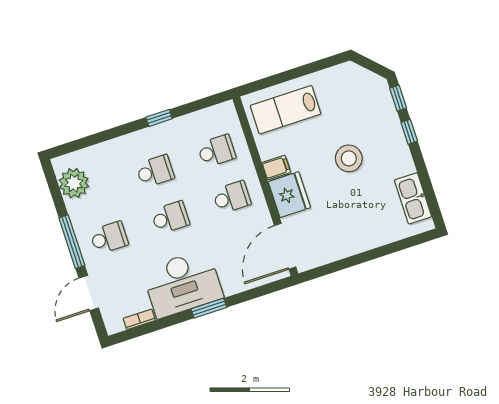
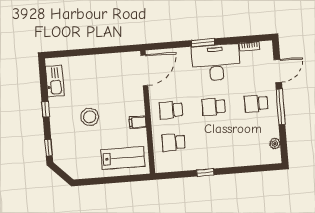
window: (409, 132) -> (46, 109), moved
school desk: (155, 171) -> (216, 139), removed
plant: (74, 183) -> (275, 144), width x0.53, depth x0.53
fridge: (289, 195) -> (134, 103), removed

